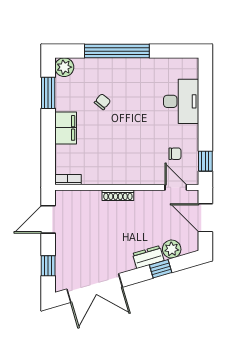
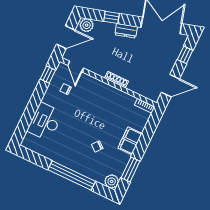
door: (205, 218) -> (66, 37), hinge flipped
plant: (172, 249) -> (87, 25), moved
dresser: (148, 257) -> (126, 31), moved

